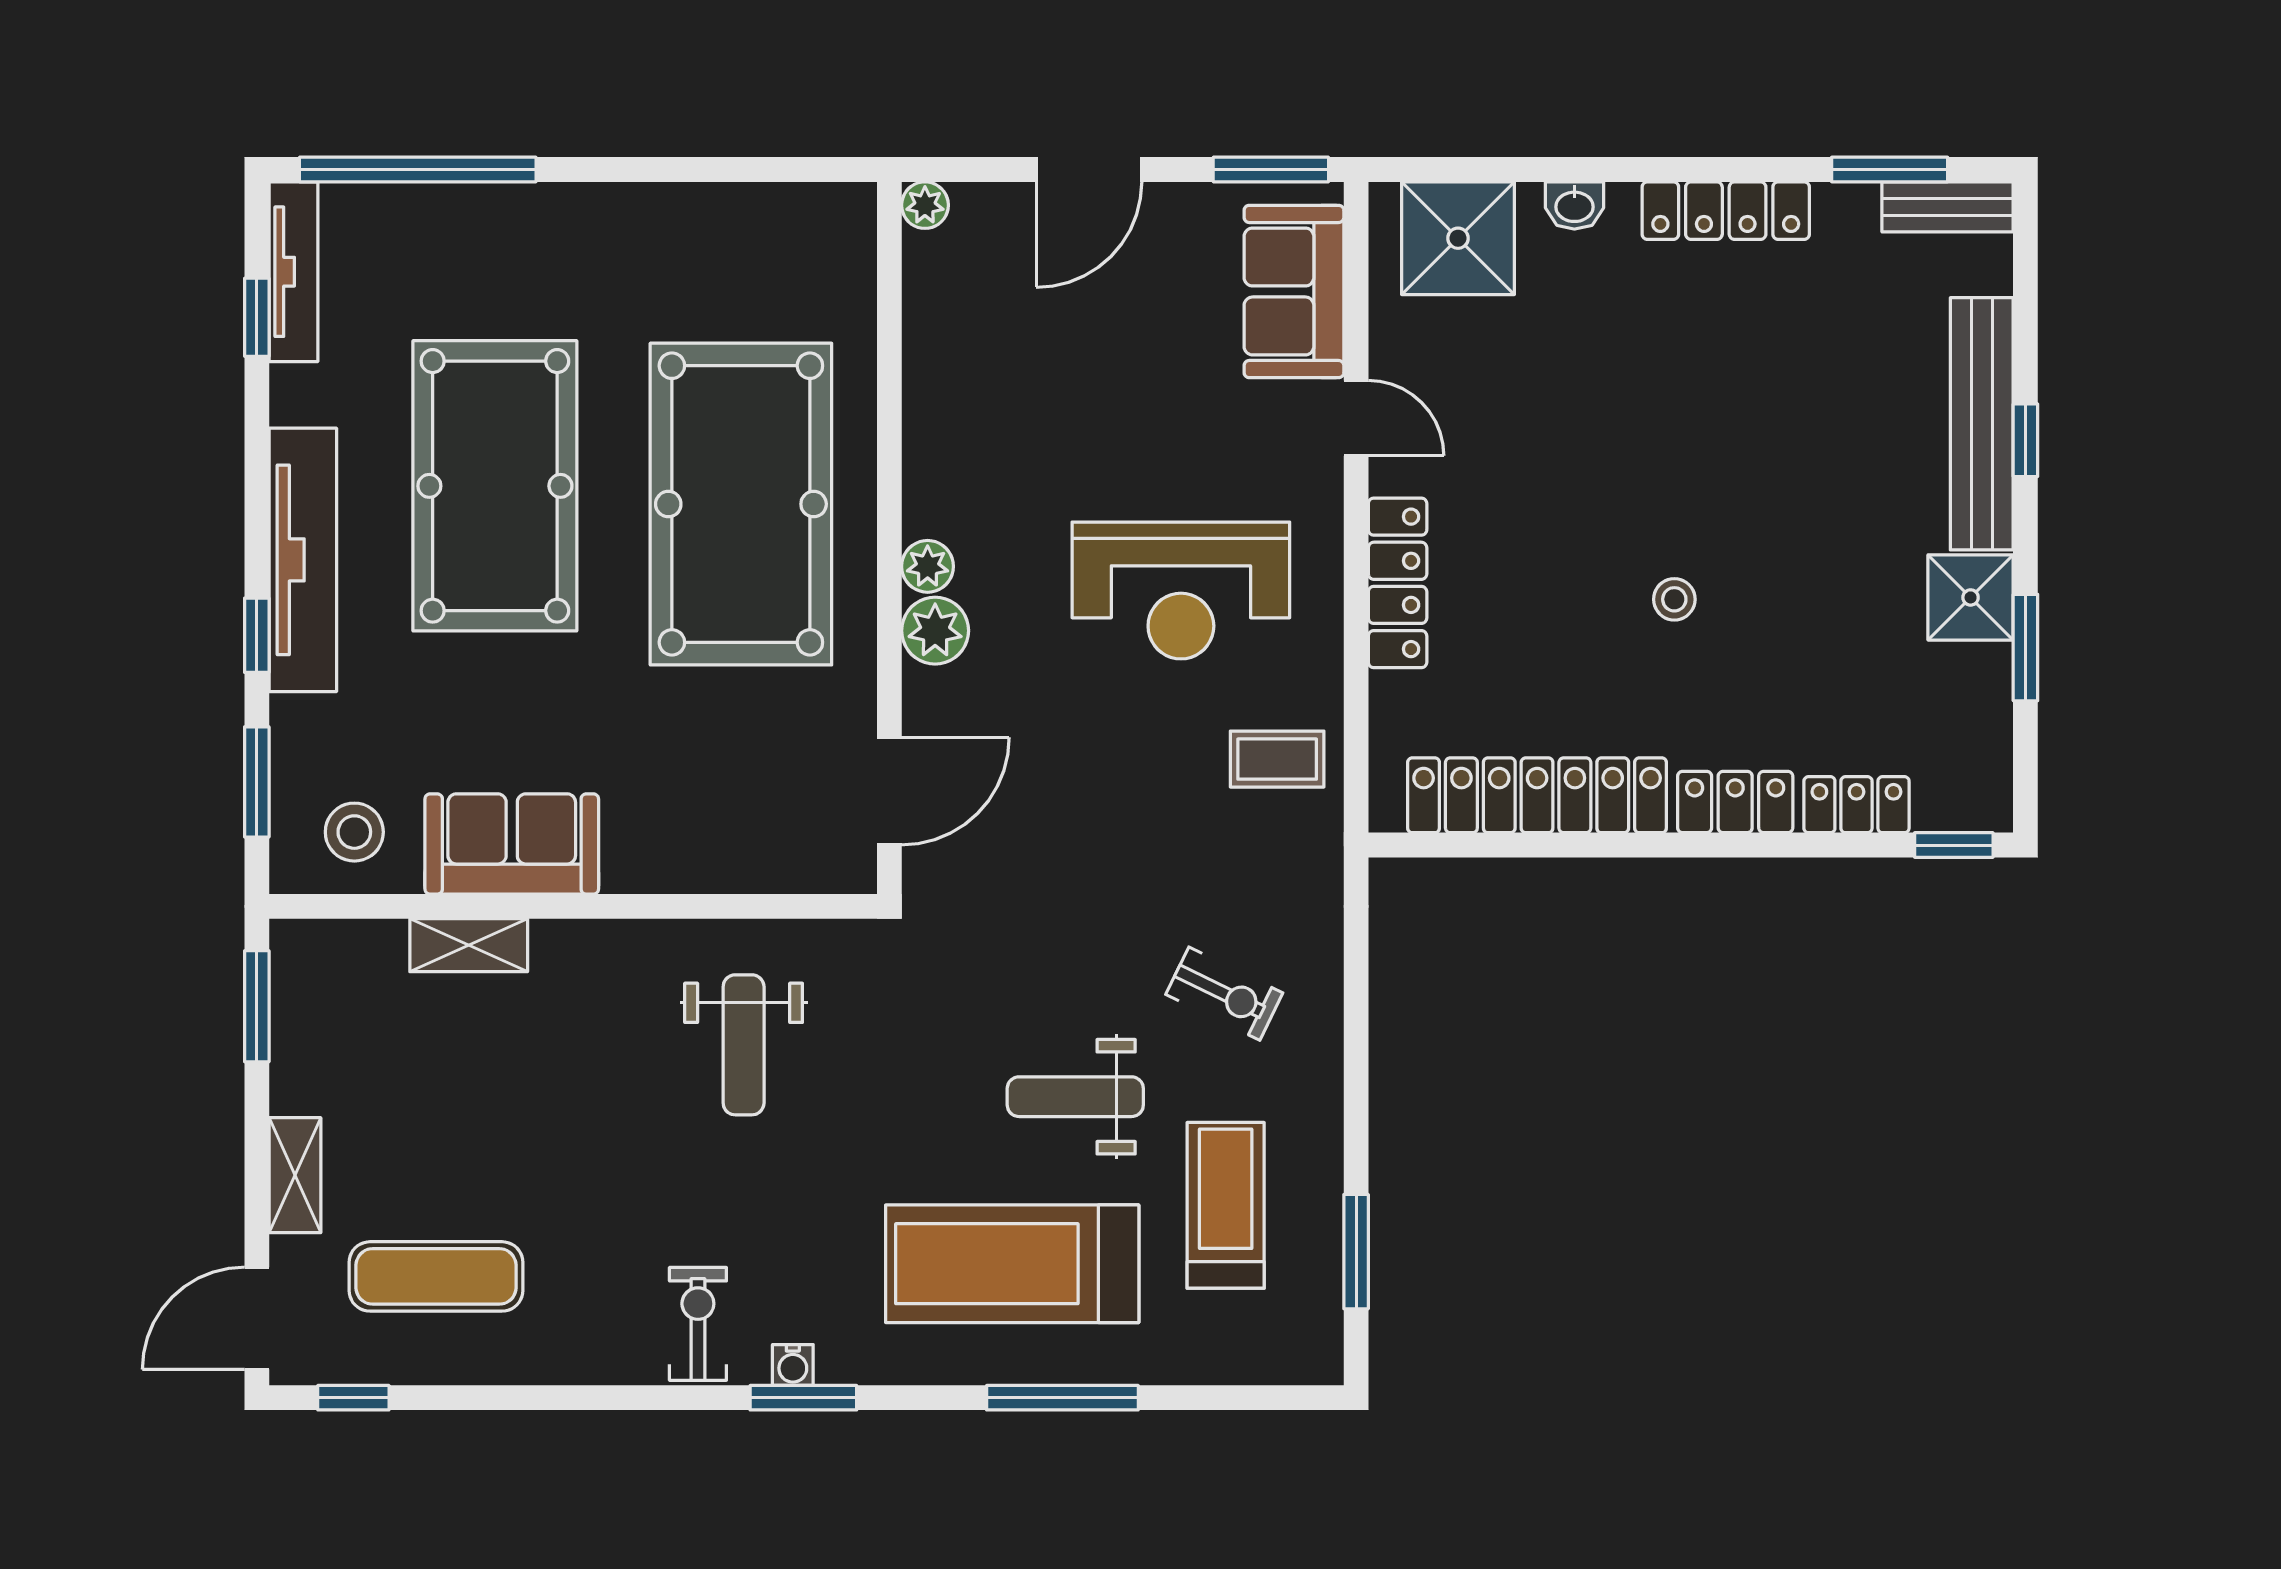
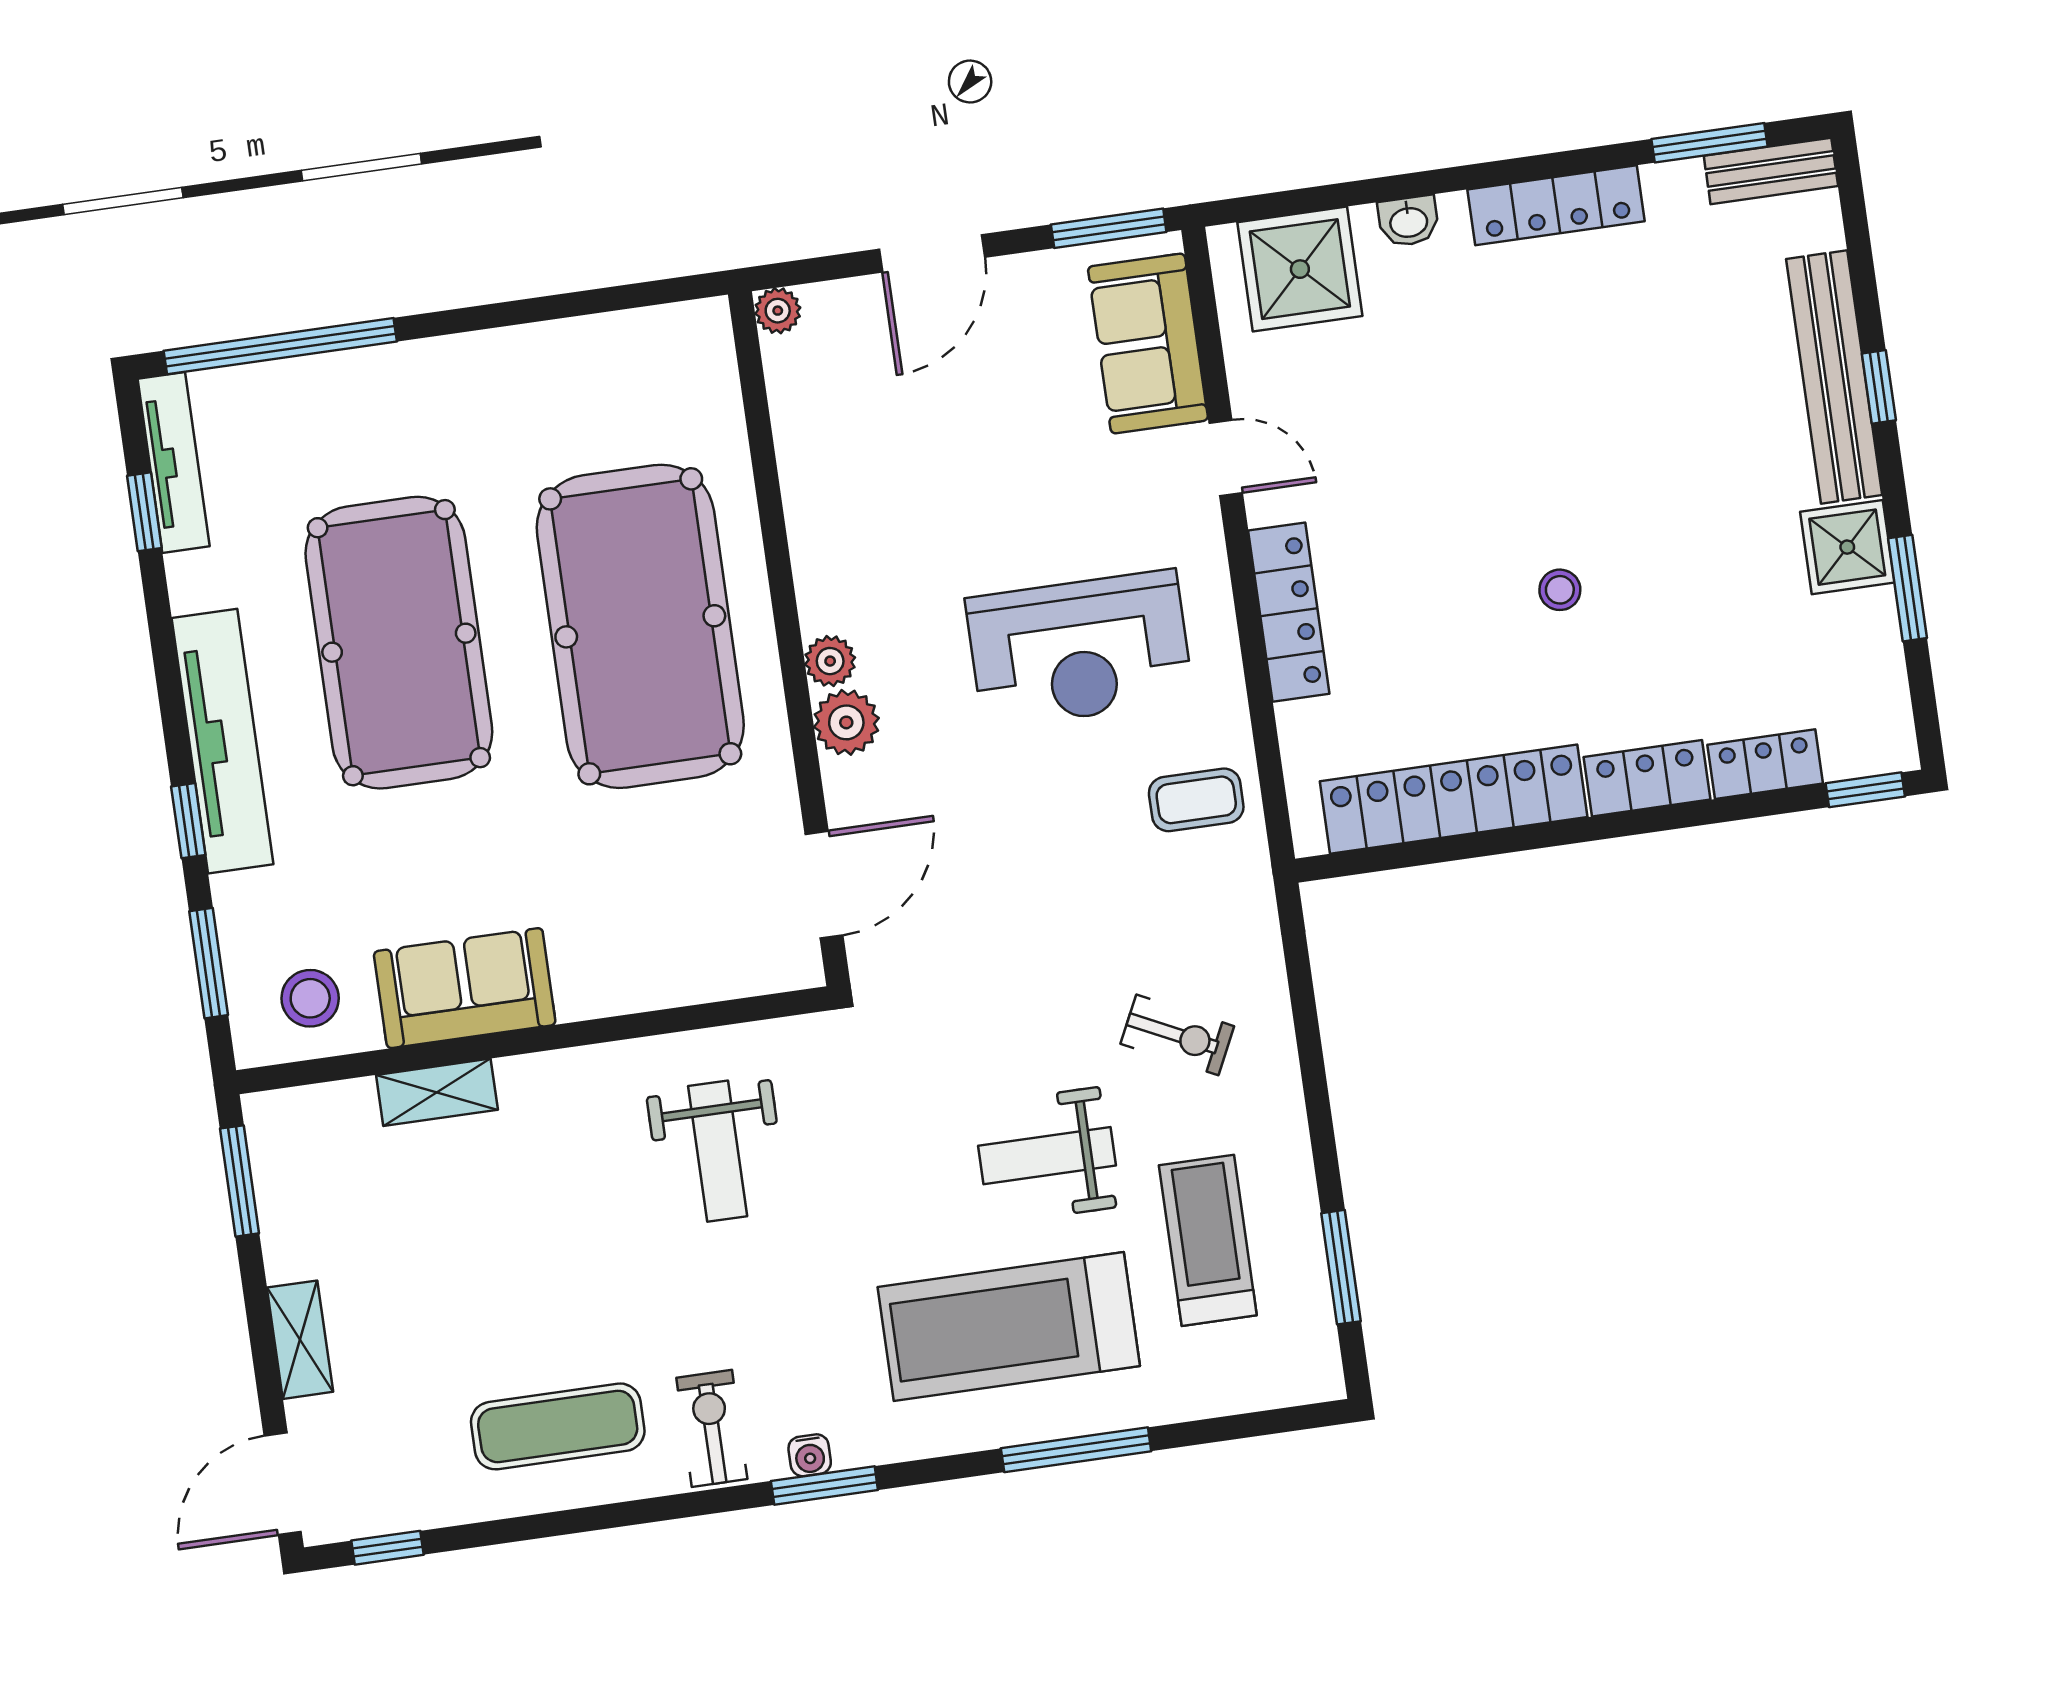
exercise mat: (436, 1276) -> (558, 1426), moved

